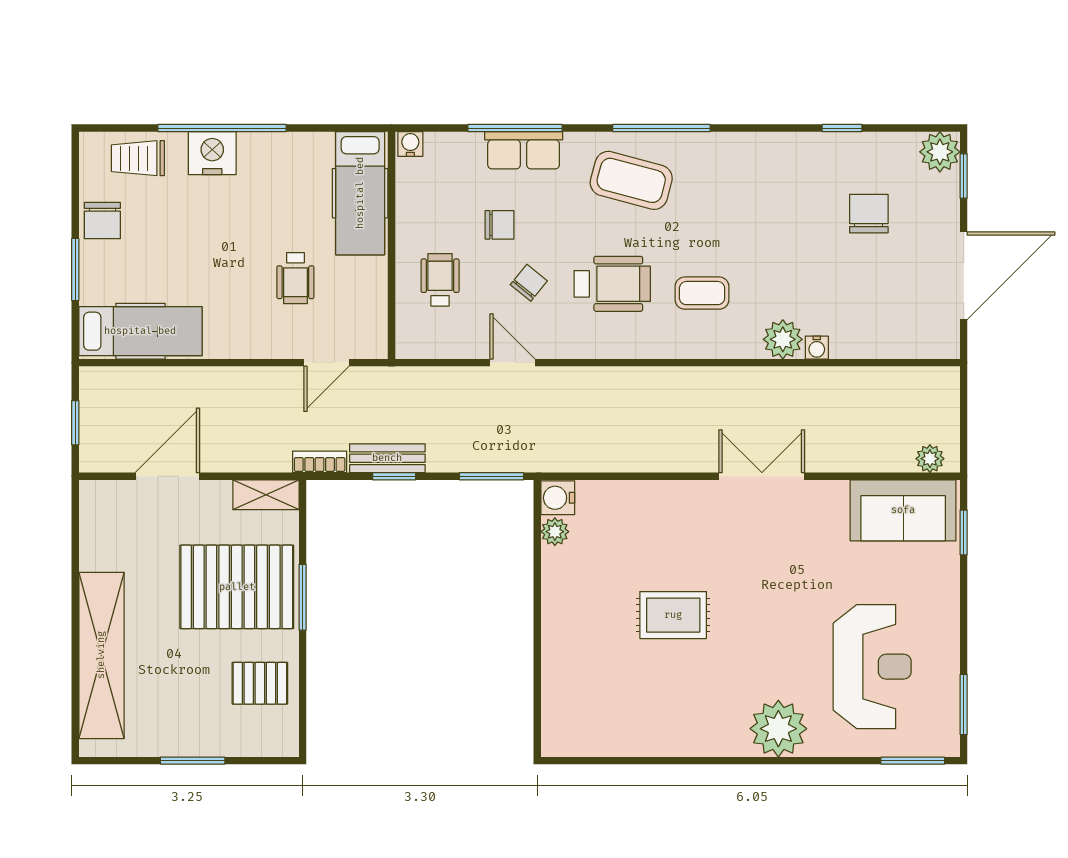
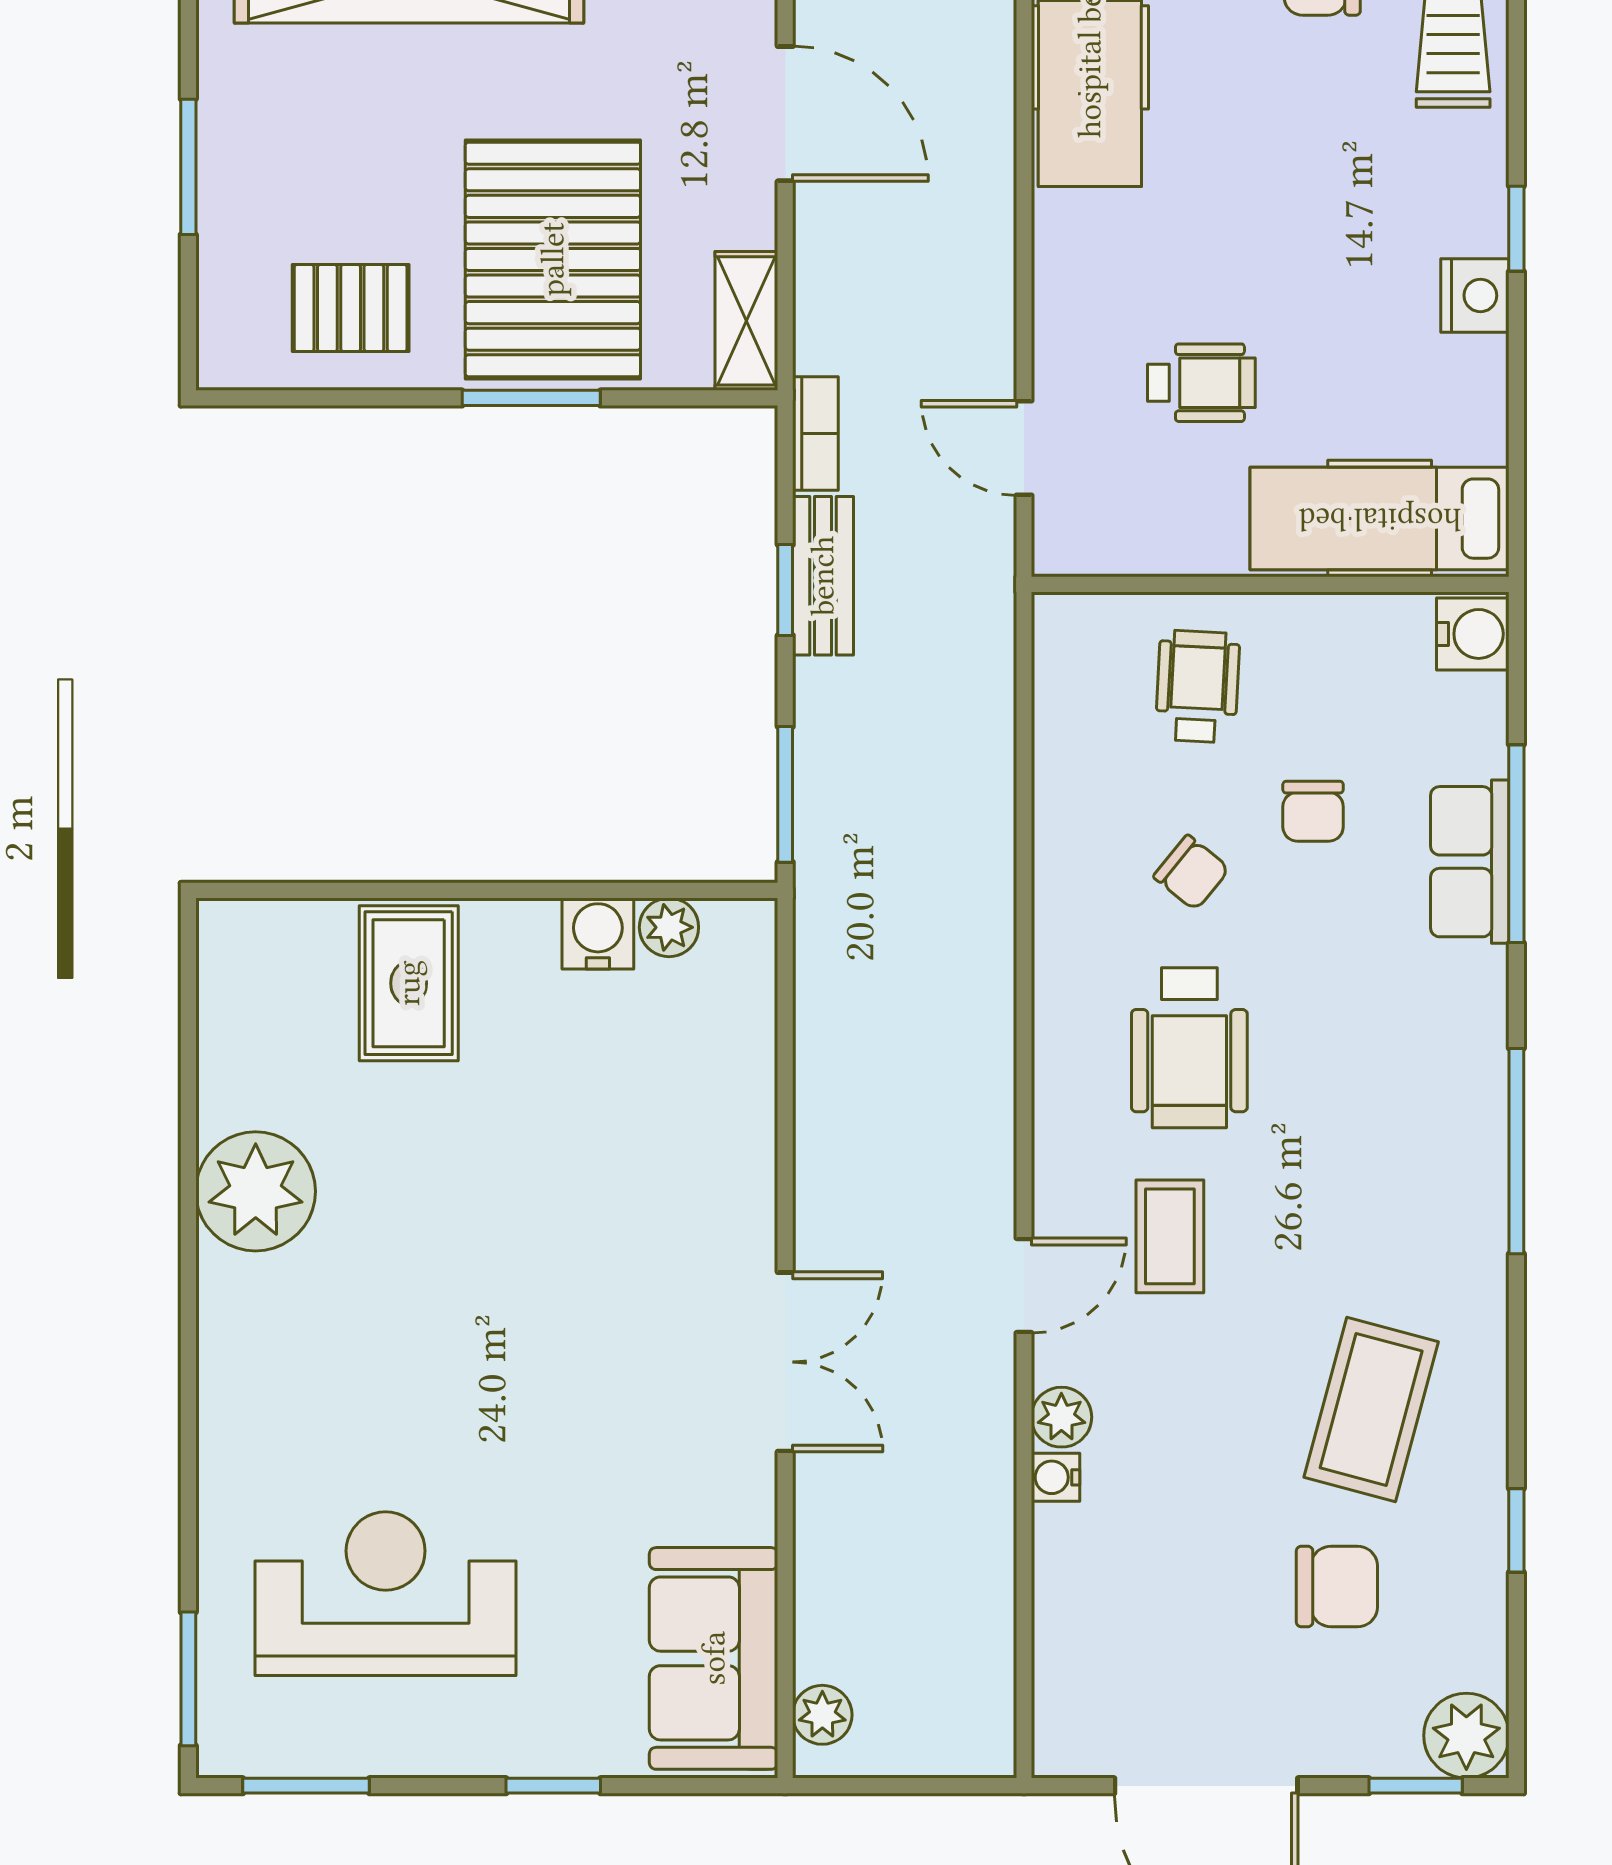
window: (222, 128) -> (1516, 229), width x0.32
water cooler: (410, 144) -> (1473, 634), width x1.38, depth x1.38
nightstand: (212, 153) -> (1475, 295), moved, width x0.74, depth x0.75
coffee table: (631, 180) -> (1371, 1409), moved
wheelchair: (295, 278) -> (1201, 383), turned 180
wheelchair: (440, 280) -> (1198, 686), turned -87
plant: (783, 339) -> (1061, 1417), width x0.73, depth x0.73
door: (513, 363) -> (1024, 1286), moved
water cooler: (558, 498) -> (598, 933), moved
window: (964, 532) -> (553, 1786), moved
rug: (673, 615) -> (409, 983), moved
reception desk: (872, 667) -> (386, 1594), turned 180
pallet: (260, 683) -> (351, 308), turned 90
plant: (778, 729) -> (256, 1191), moved

